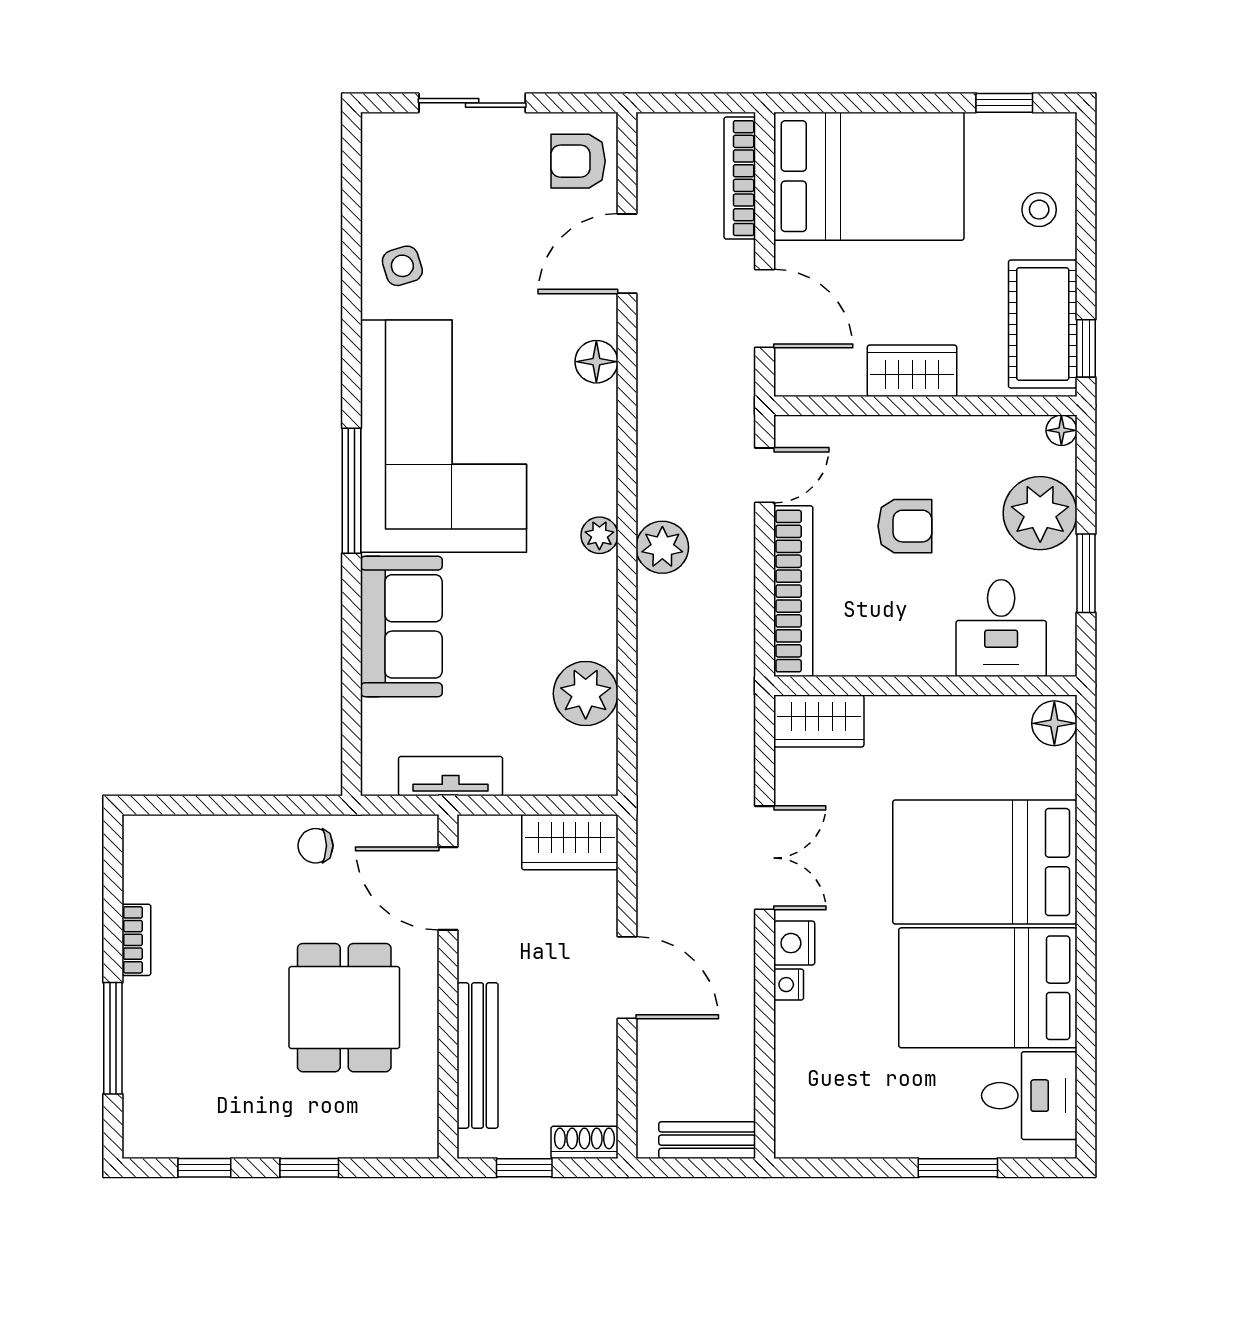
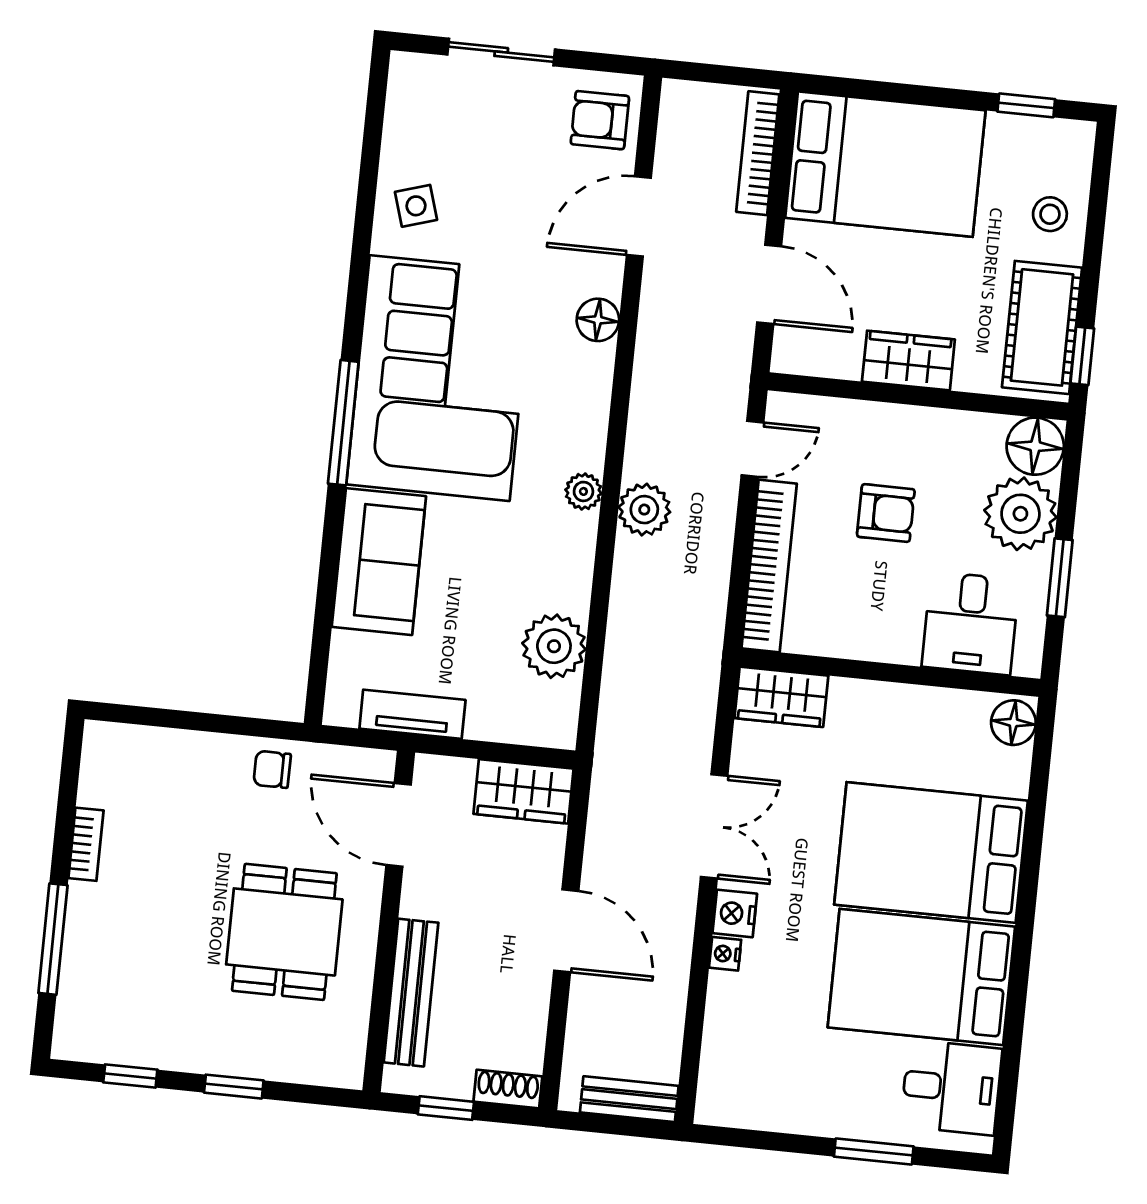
floor lamp: (1061, 430) -> (1035, 446), width x1.89, depth x1.89

